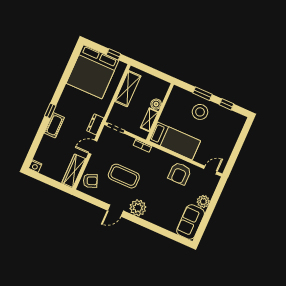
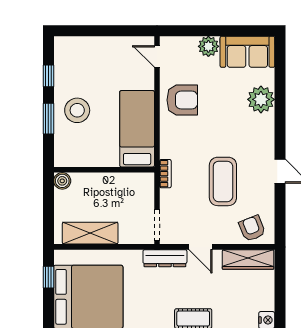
boiler: (156, 104) -> (62, 181), moved
shelving: (149, 120) -> (122, 181), removed
dresser: (95, 124) -> (165, 258), width x1.44
plant: (138, 208) -> (261, 99), moved

